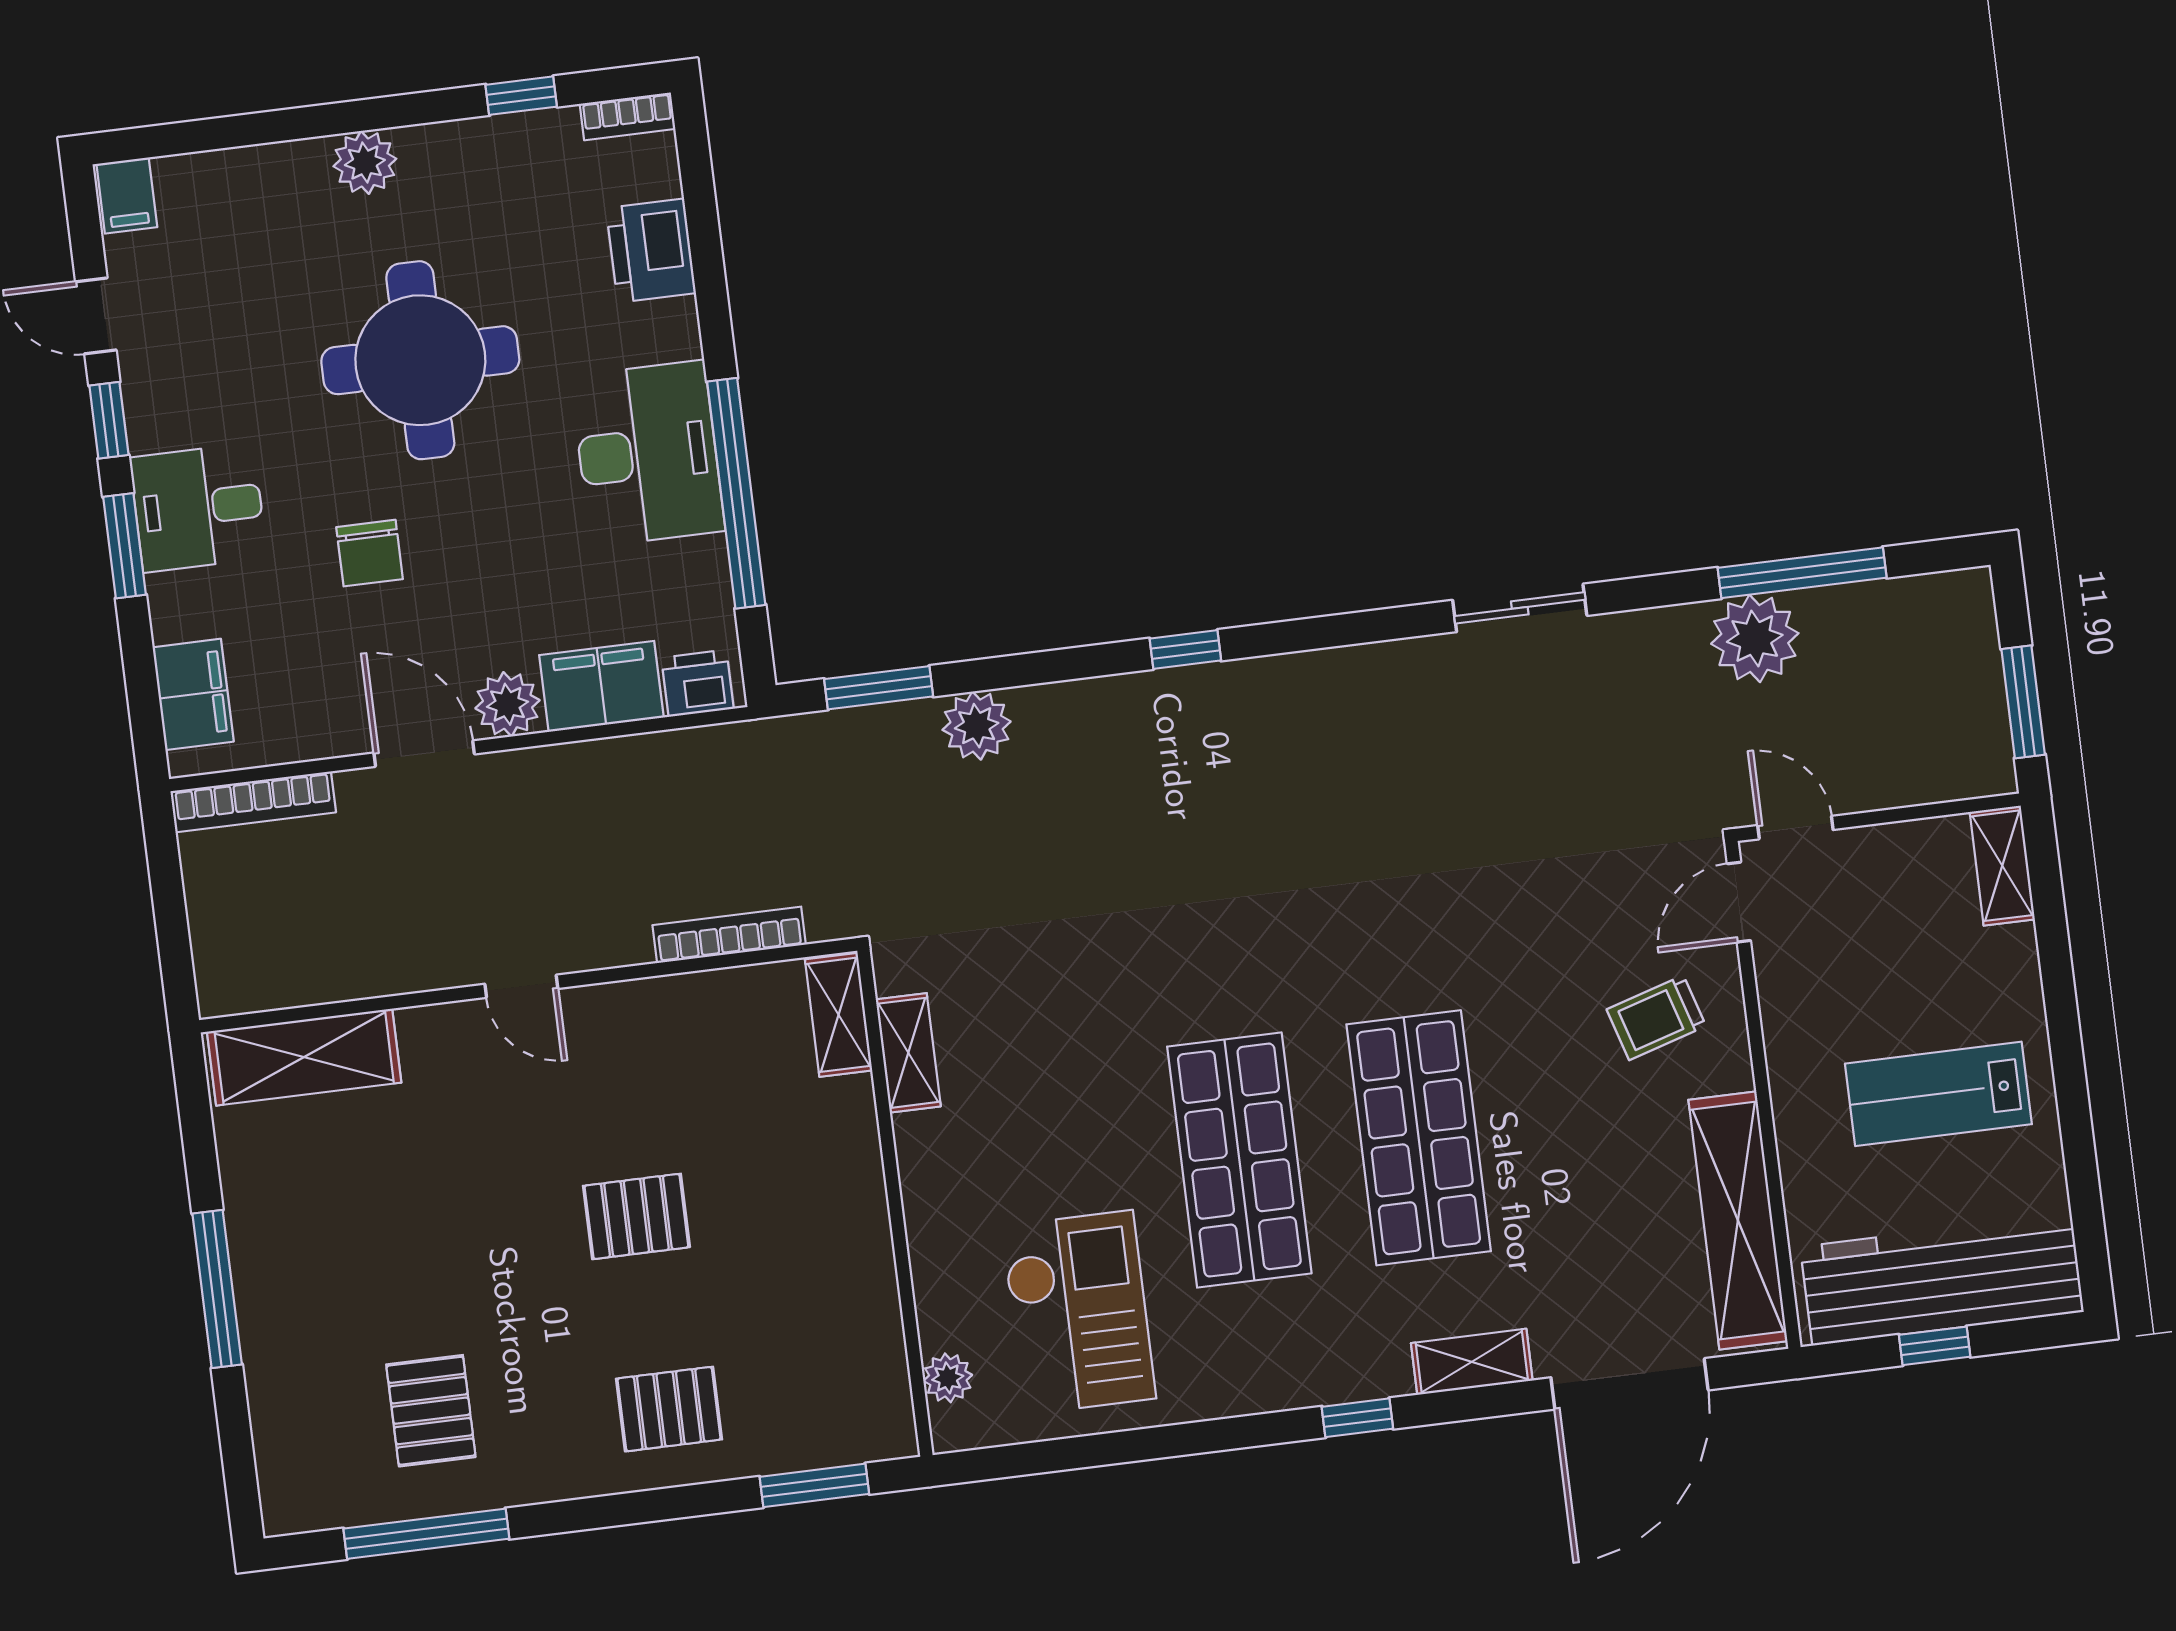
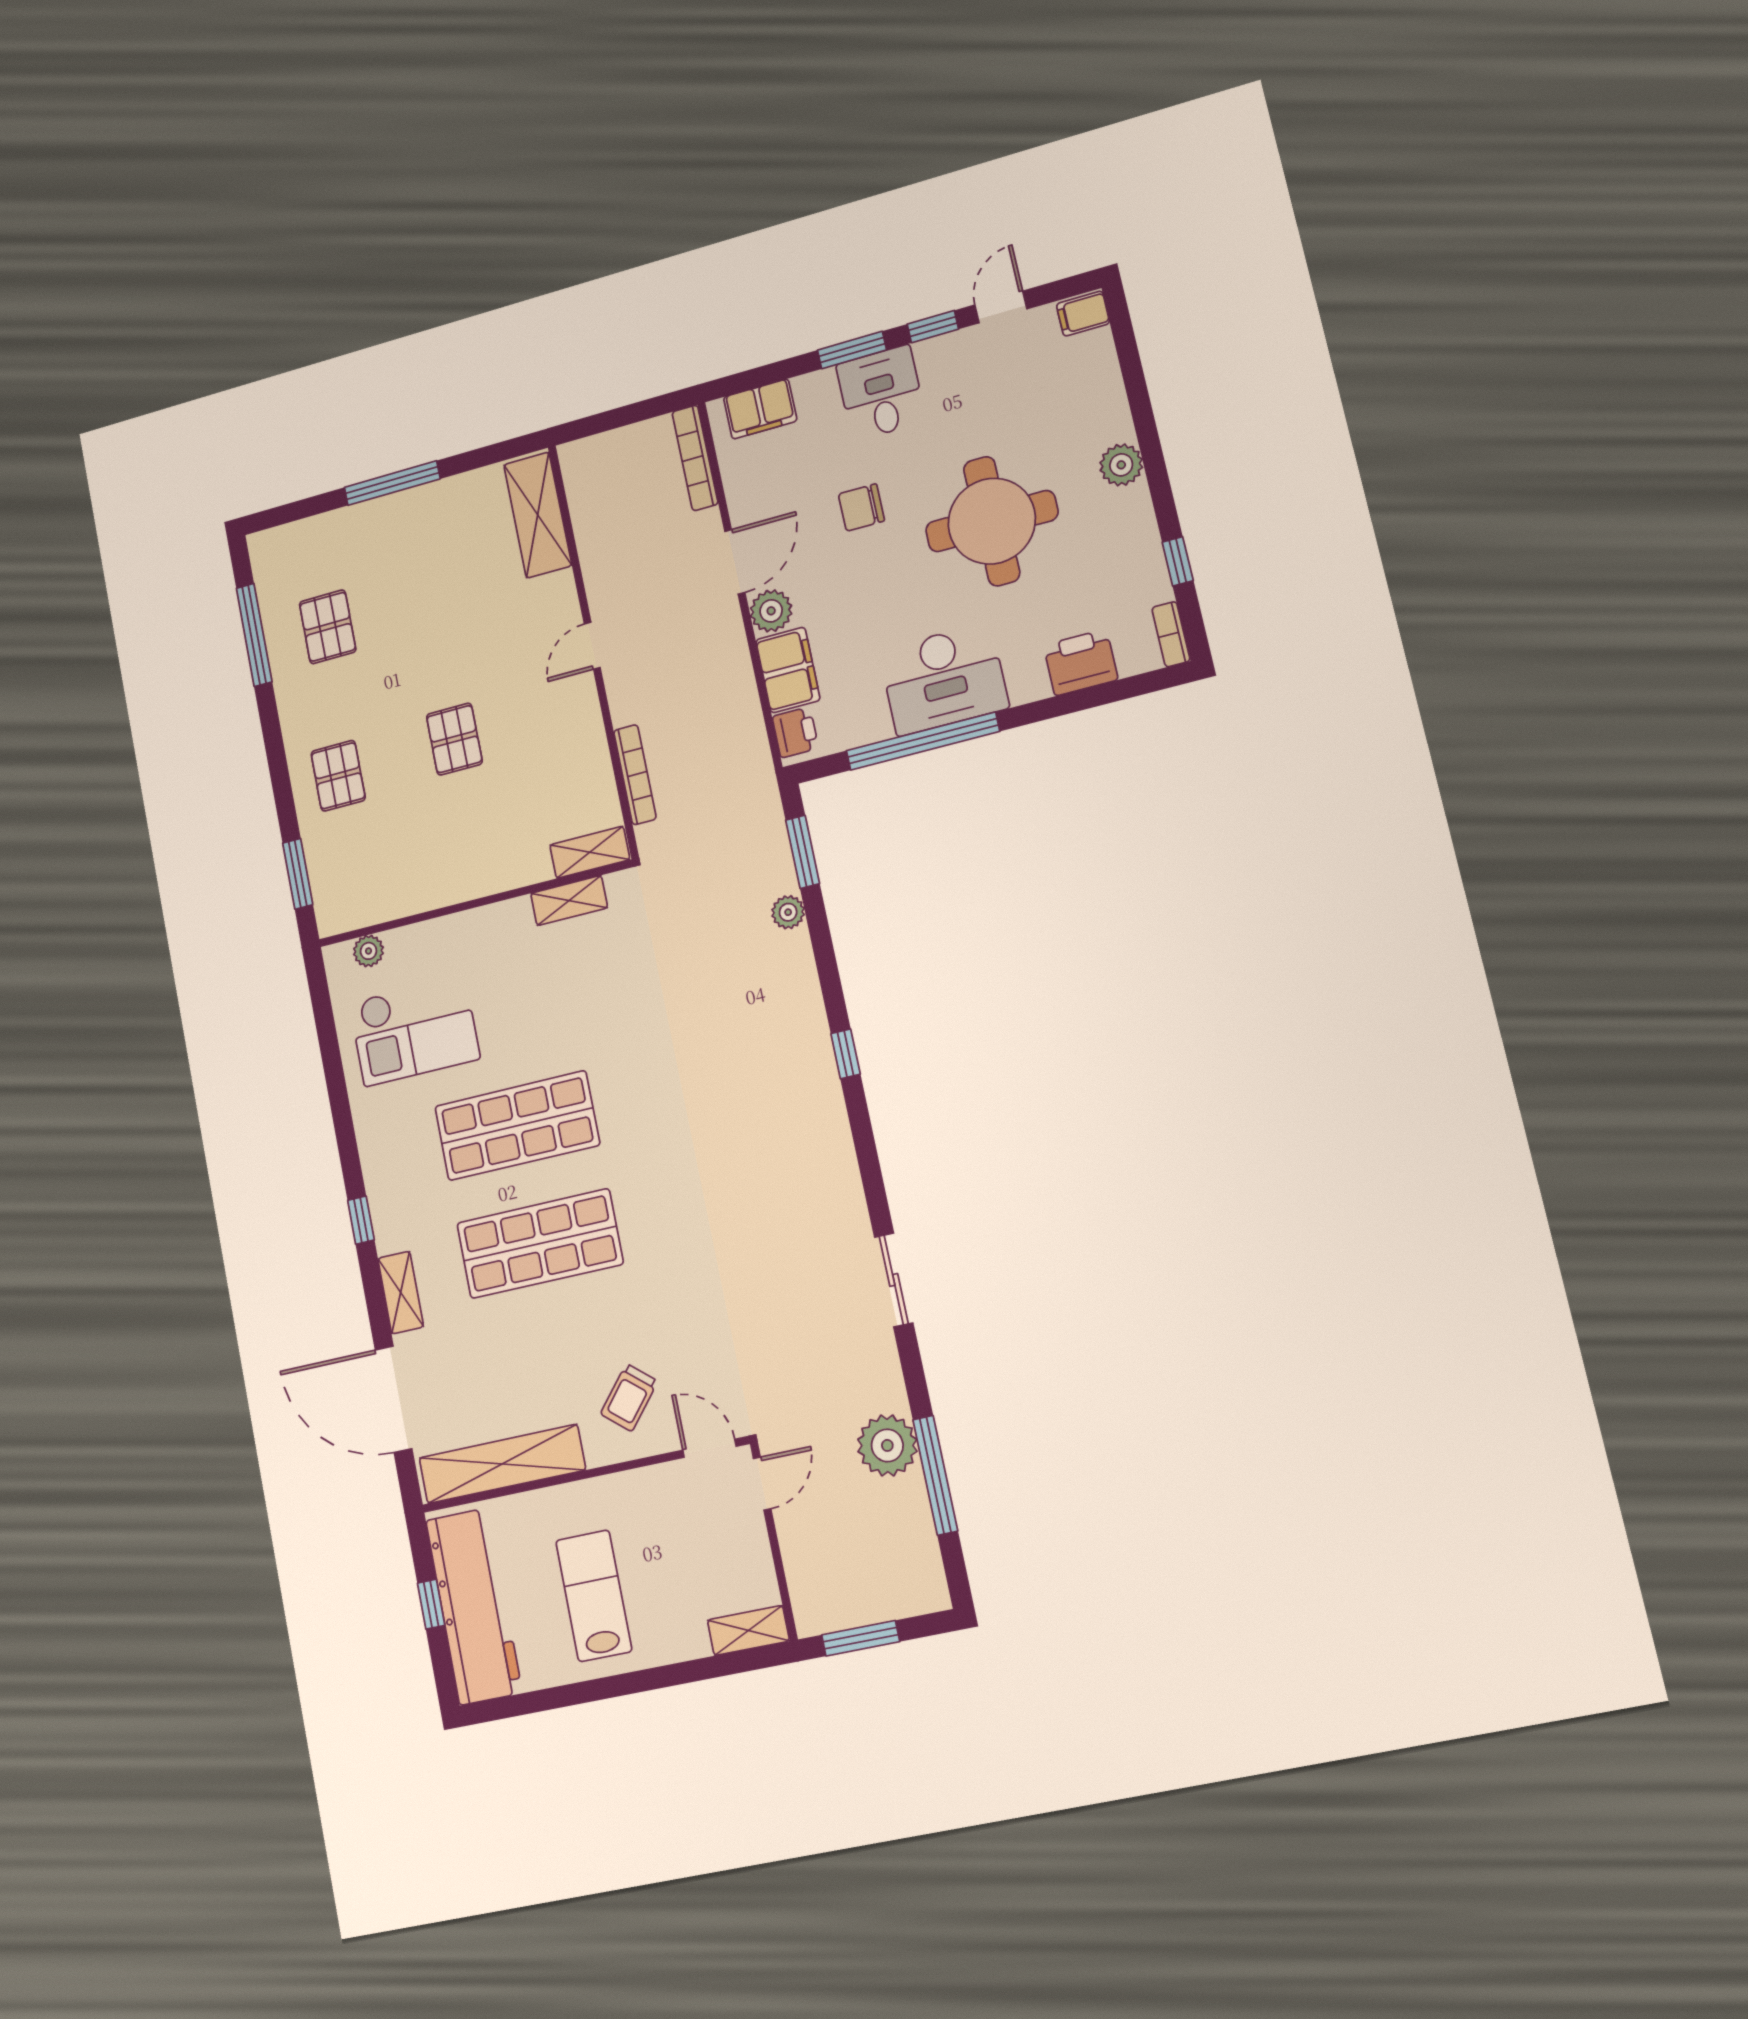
plant: (977, 726) -> (788, 912), width x0.73, depth x0.73
trolley: (1656, 1018) -> (629, 1398), turned -123
pallet: (431, 1411) -> (328, 627), turned 90

